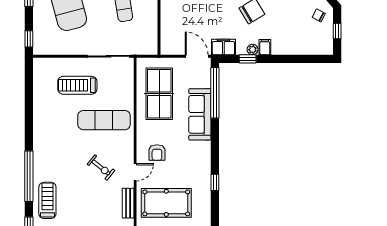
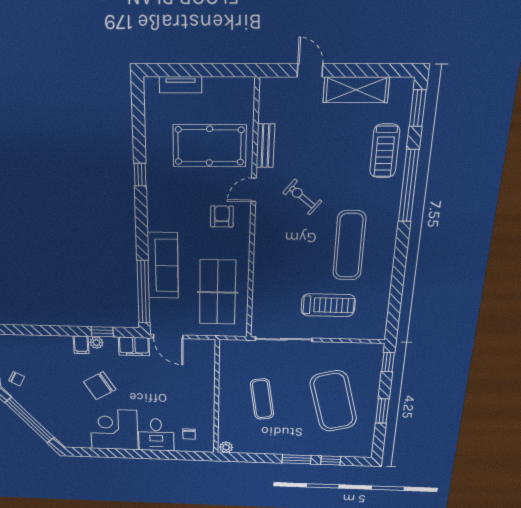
exercise mat: (104, 120) -> (349, 246), moved, turned 90

